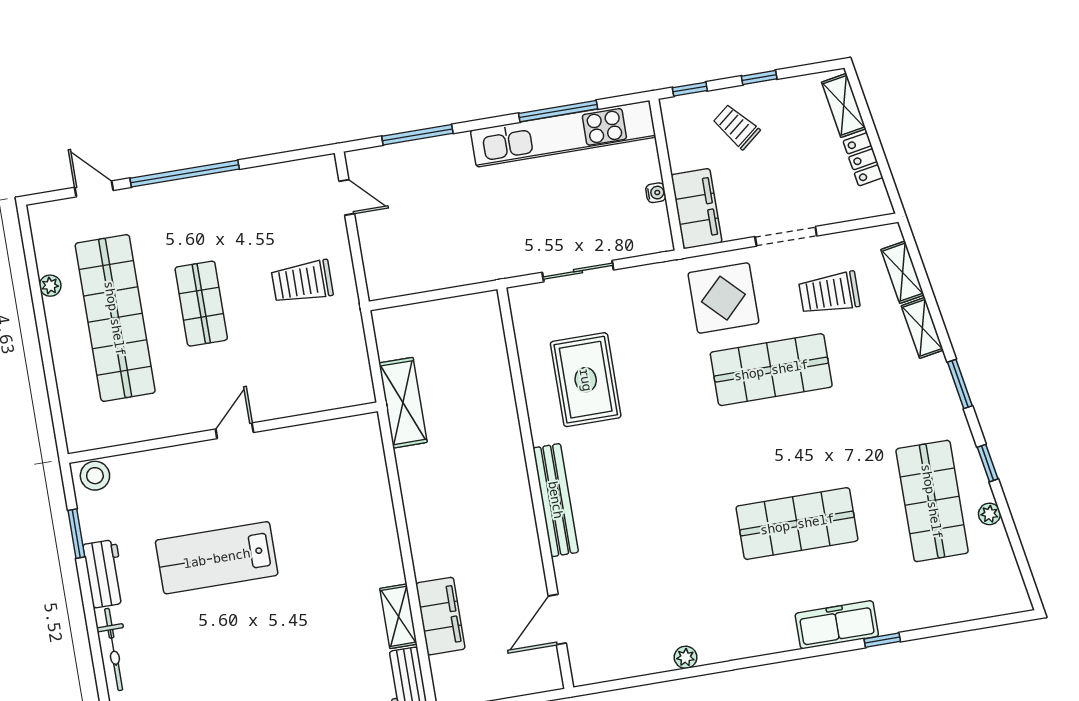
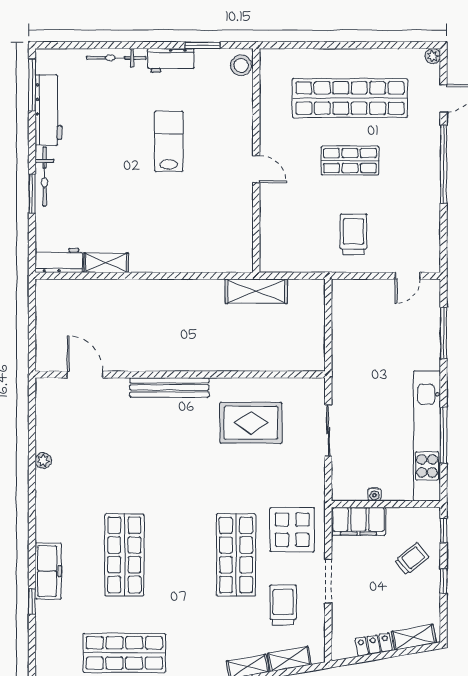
plant: (50, 286) -> (433, 56), moved
lab bench: (217, 558) -> (169, 141), width x0.73, depth x0.72
filing cabinet: (440, 616) -> (101, 292), removed

